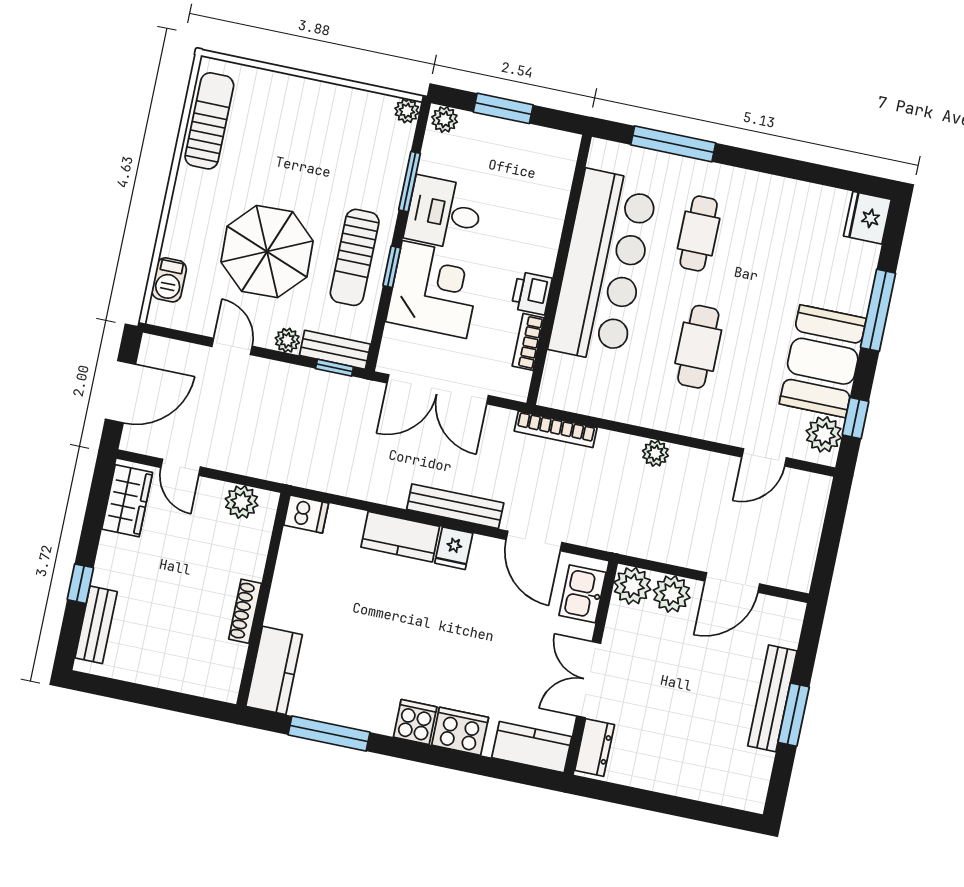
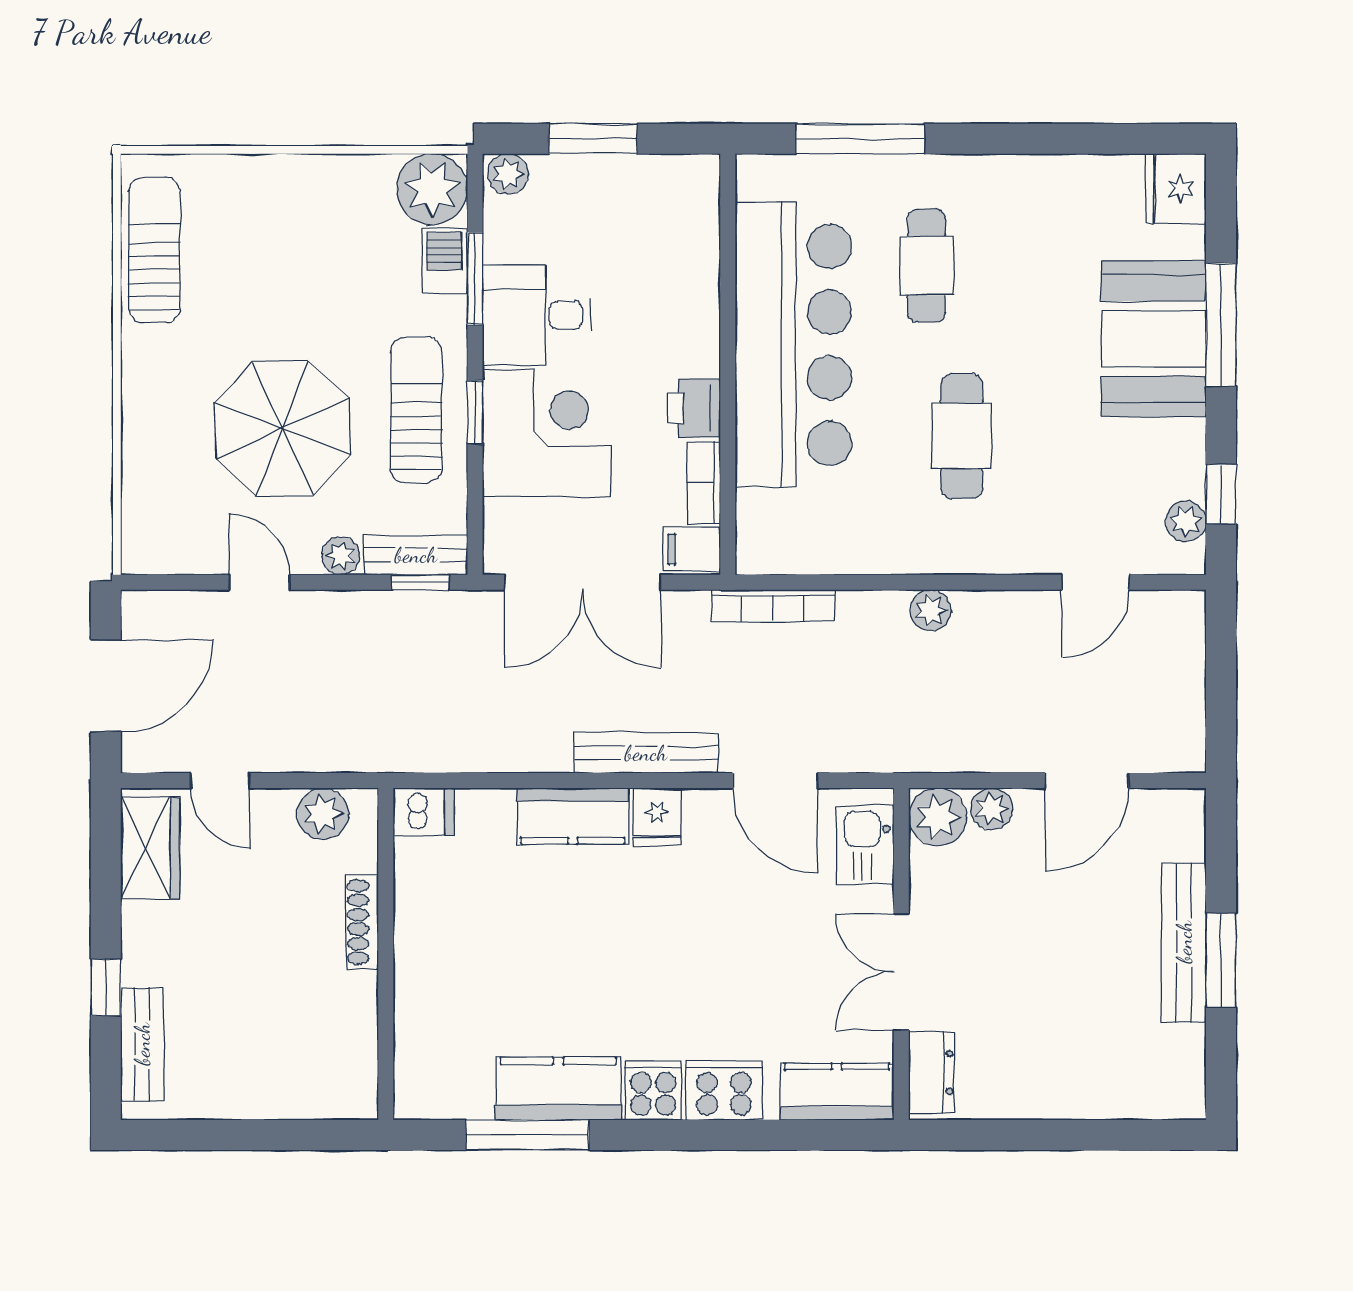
plant: (407, 111) -> (432, 189), width x1.88, depth x1.88
sun lounger: (355, 257) -> (416, 410), turned 180
barbecue: (169, 280) -> (445, 261), moved, turned 180
booth: (823, 361) -> (1154, 339), moved
filing cabinet: (511, 383) -> (692, 549), added
plant: (824, 434) -> (1186, 521), width x0.73, depth x0.73
plant: (672, 594) -> (992, 809), width x0.73, depth x0.73
shoe rack: (245, 611) -> (362, 922), moved
kitchen counter: (274, 670) -> (558, 1089), moved, turned -90

